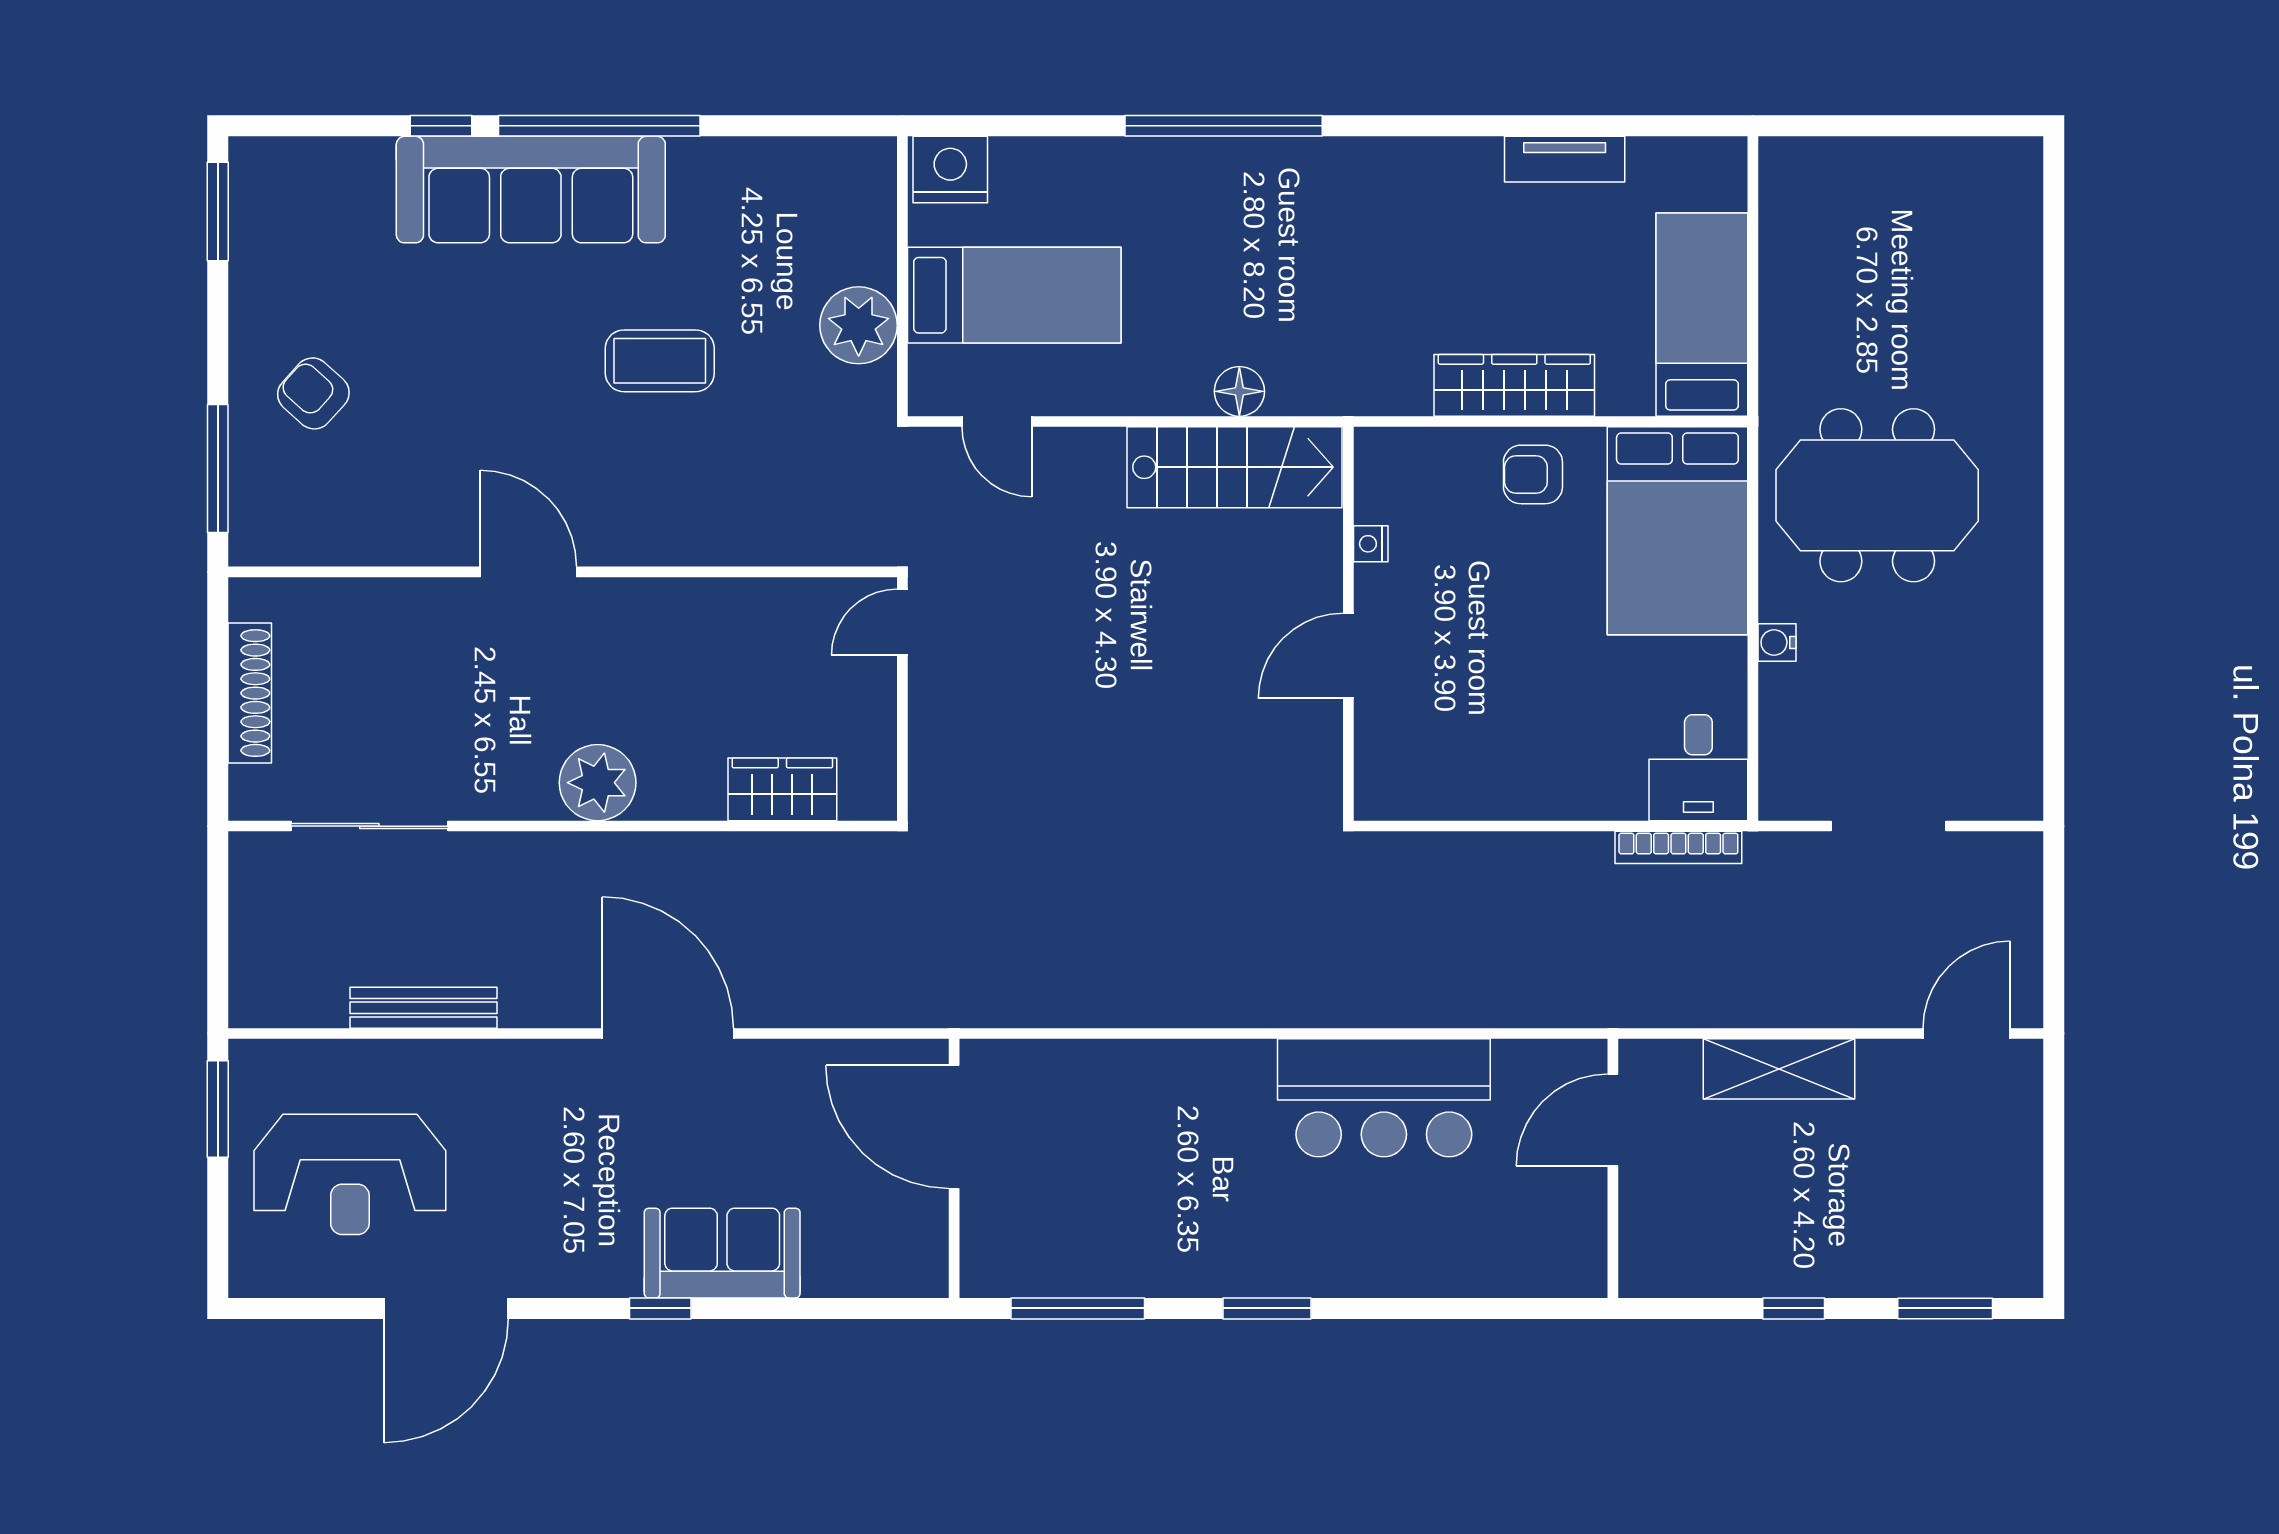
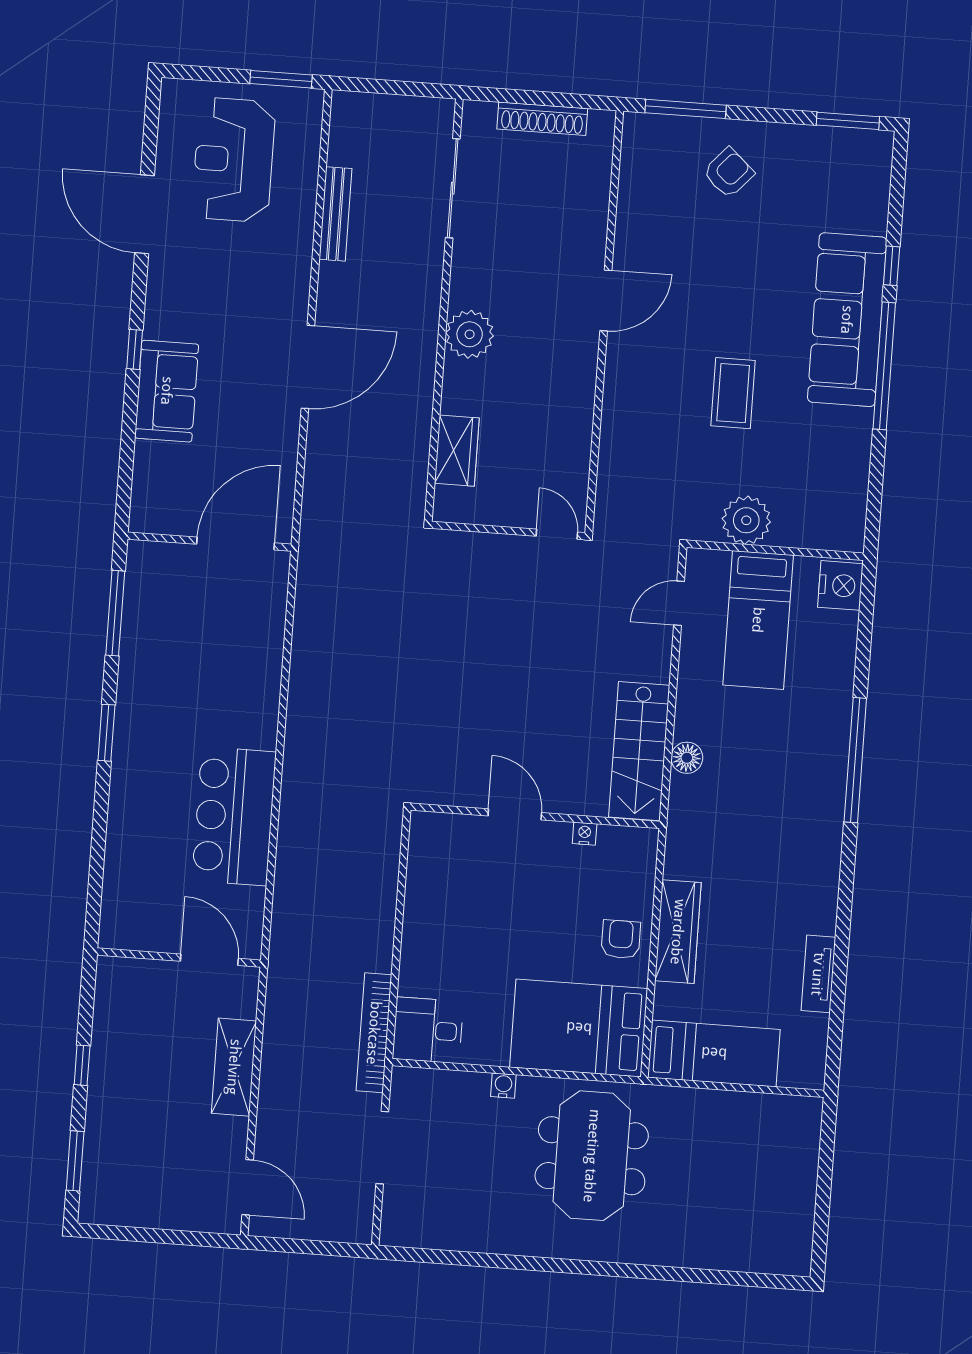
bookcase: (1678, 847) -> (374, 1033), width x1.48, depth x1.31

